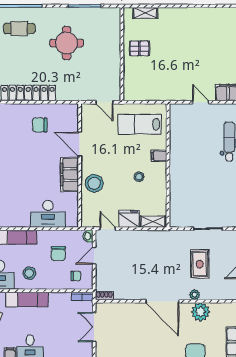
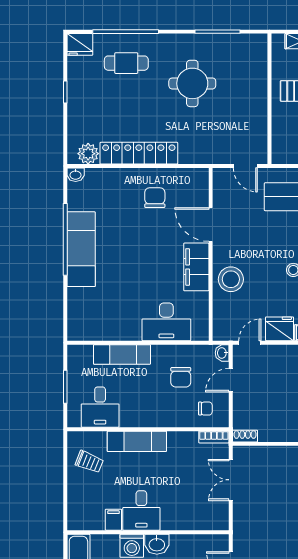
chair: (40, 125) -> (155, 198), turned 90
door: (108, 229) -> (250, 343), hinge flipped
stool: (29, 273) -> (140, 405), removed

